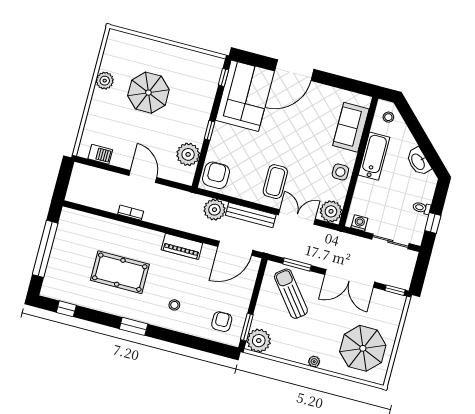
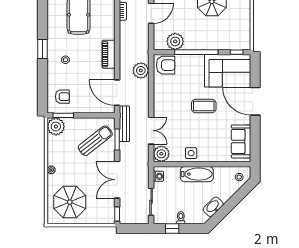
sofa: (351, 127) -> (241, 141), moved, turned -90
window: (210, 130) -> (196, 52), width x3.17
bathtub: (374, 156) -> (197, 174), moved
coffee table: (275, 182) -> (204, 106), moved
bench: (251, 215) -> (124, 124), moved
window: (134, 326) -> (43, 49), moved

